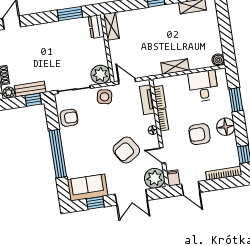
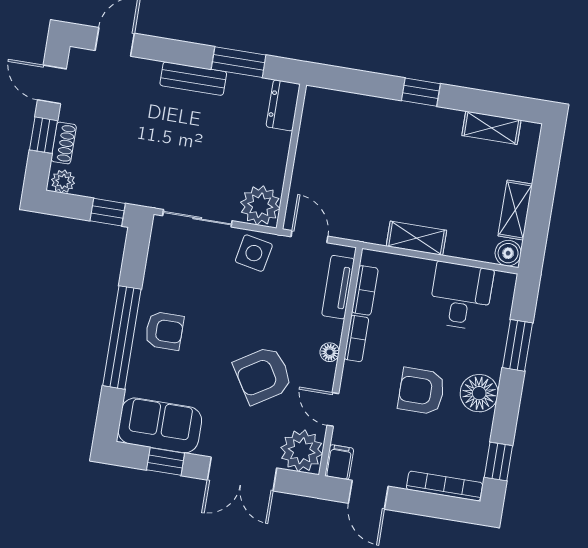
shelving: (111, 26) -> (515, 210), moved
bench: (30, 89) -> (193, 79), moved
armchair: (69, 118) -> (164, 331), moved

